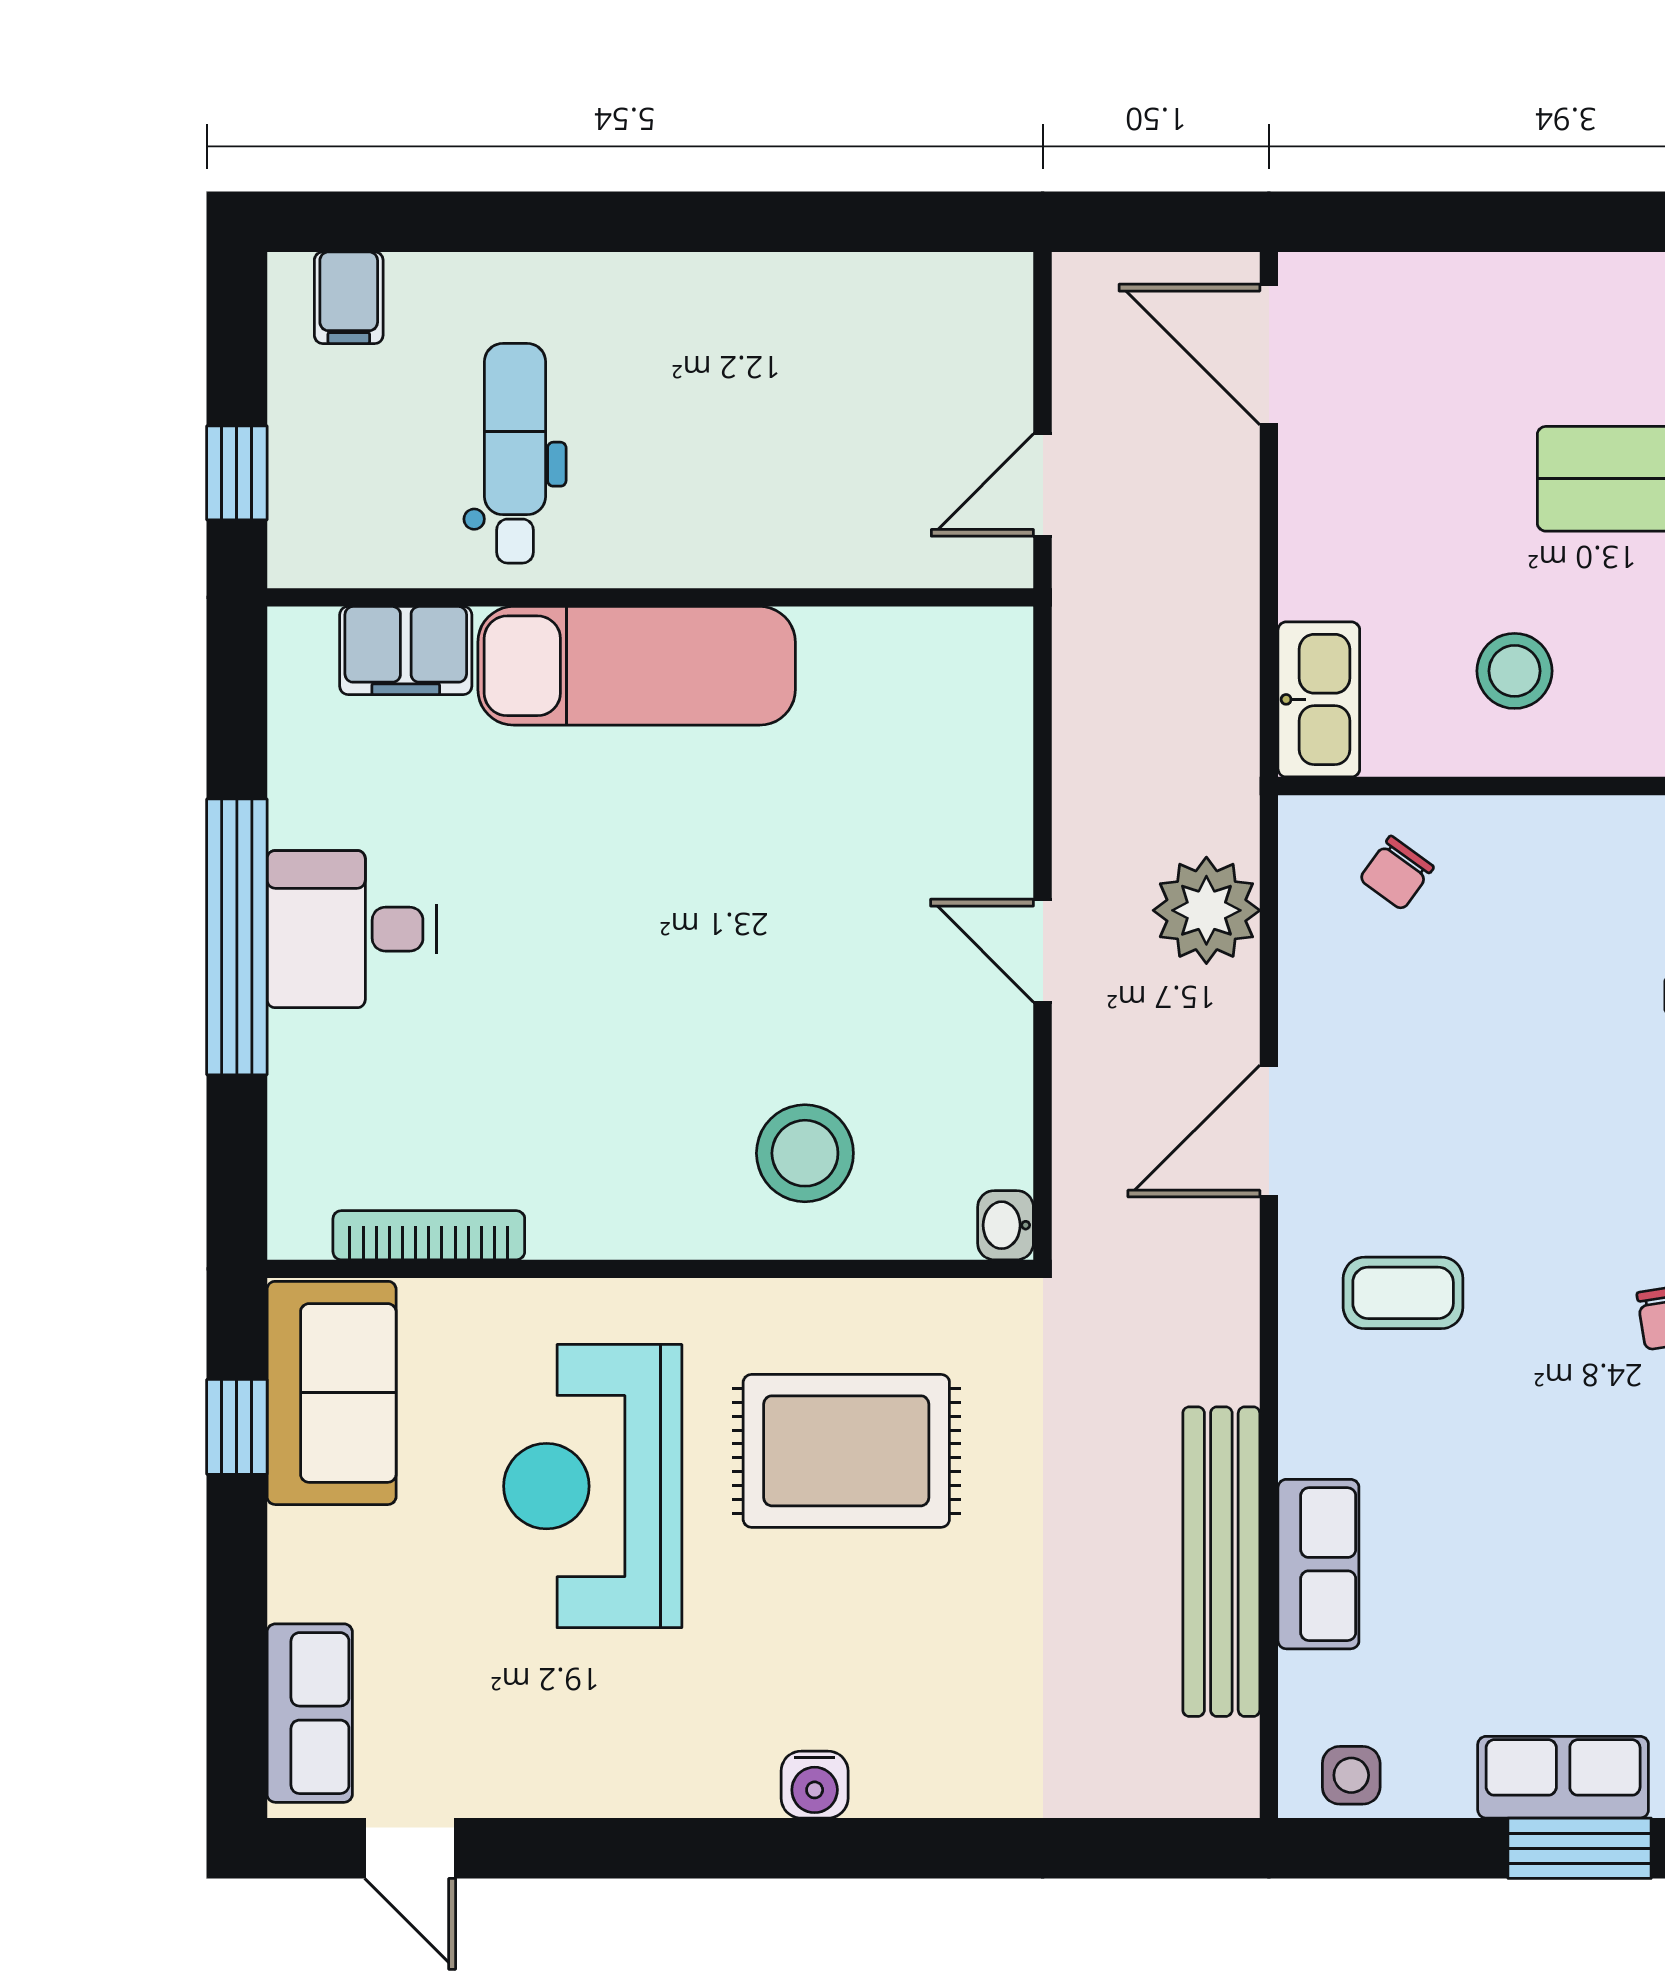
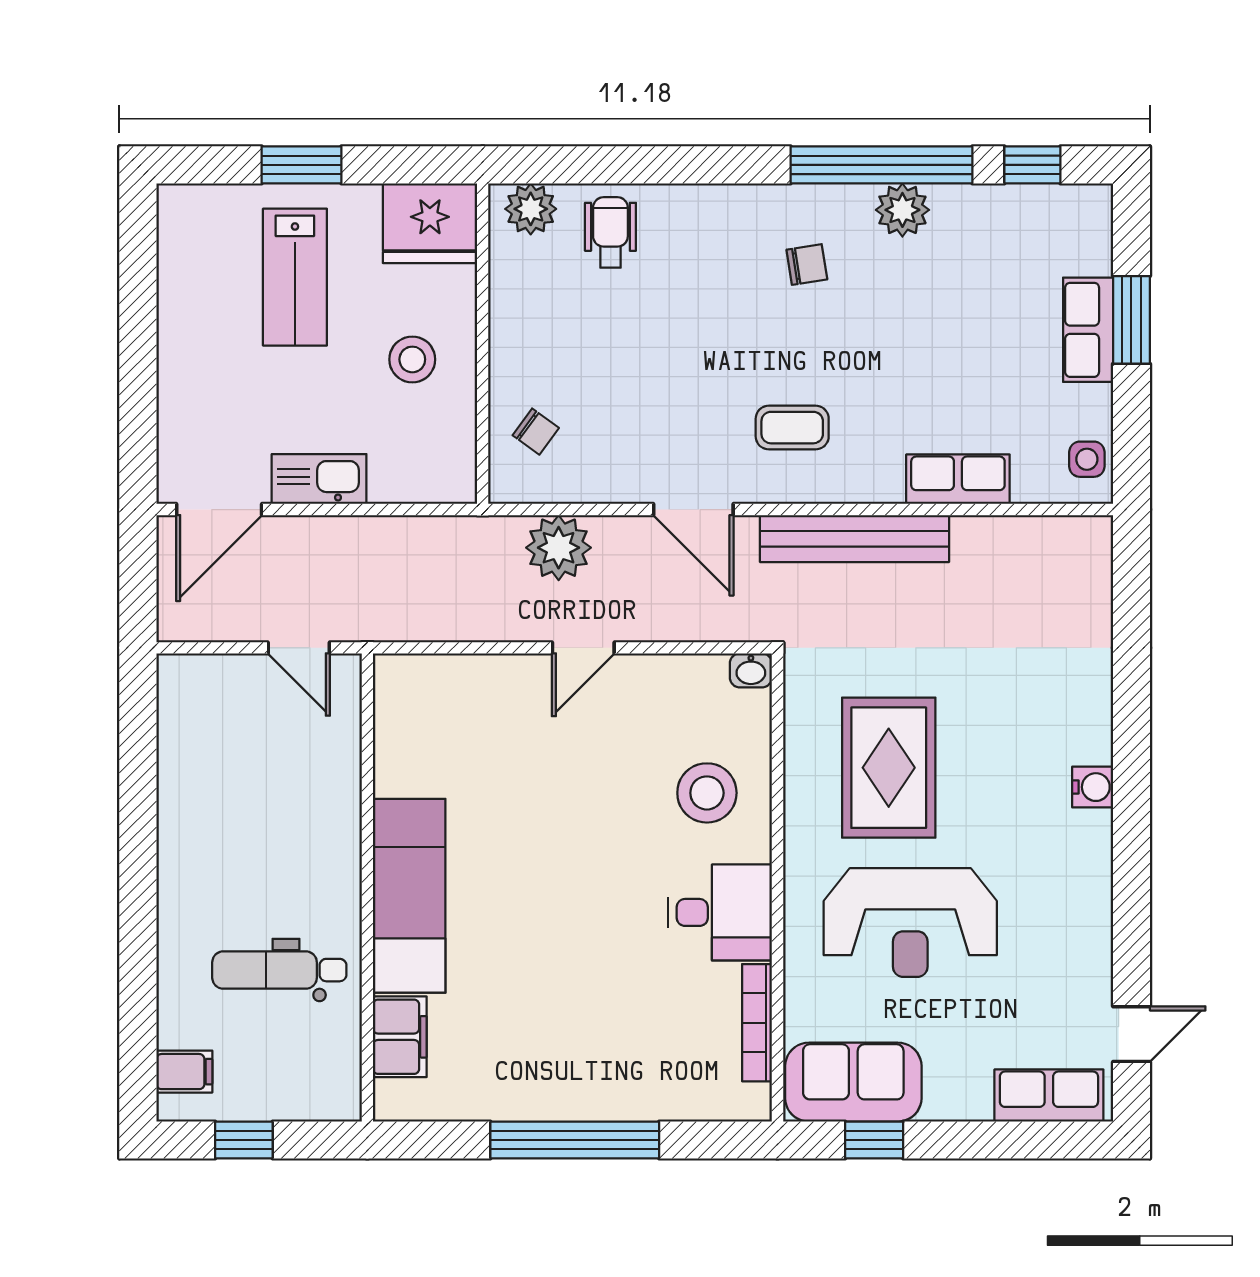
window: (237, 473) -> (244, 1140), moved
kitchen sink: (1319, 699) -> (319, 479), moved
desk: (352, 929) -> (720, 912), moved, turned -90
coffee table: (1403, 1293) -> (792, 428), turned 90
bench: (1221, 1562) -> (854, 539), moved

